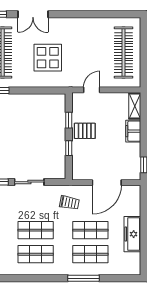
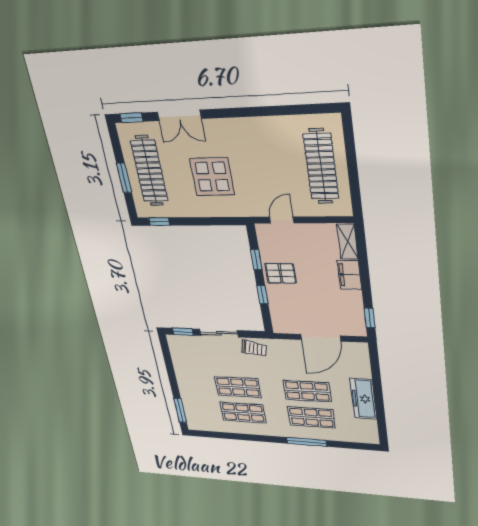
trolley: (69, 203) -> (254, 348), moved

